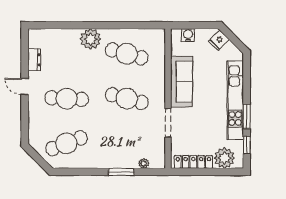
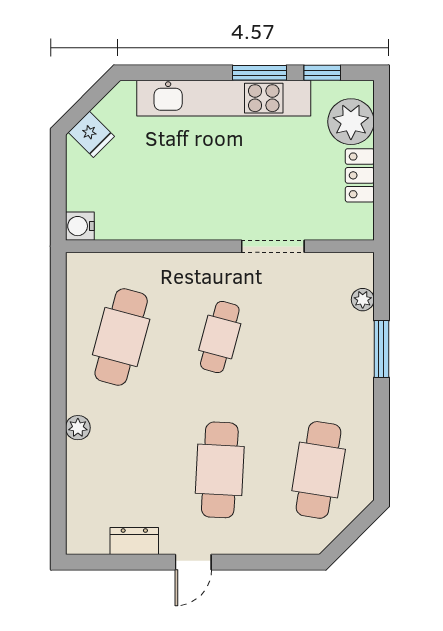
water cooler: (188, 35) -> (80, 226), moved
plant: (91, 39) -> (78, 428), width x0.53, depth x0.53
sofa: (182, 82) -> (182, 216), removed
cafe table: (127, 99) -> (220, 337), width x0.73, depth x0.74
cafe table: (67, 143) -> (319, 470), turned 30
locker: (193, 162) -> (360, 175), width x0.66

